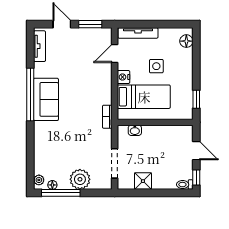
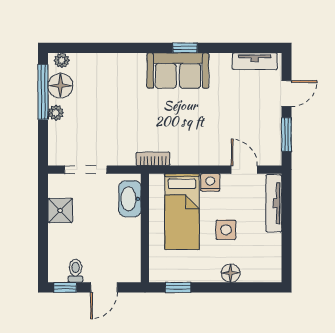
floor lamp: (186, 41) -> (231, 273), moved
window: (30, 95) -> (185, 48), width x0.32
washbasin: (135, 130) -> (130, 199), width x1.91, depth x1.45
plant: (80, 179) -> (56, 113), width x0.53, depth x0.53
floor lamp: (52, 185) -> (60, 86), width x1.89, depth x1.89
toilet: (185, 185) -> (75, 271), moved

